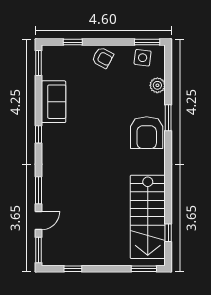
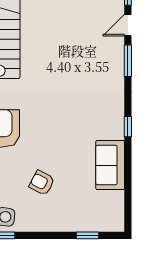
armchair: (103, 58) -> (42, 183), moved
window: (39, 63) -> (128, 211), removed

